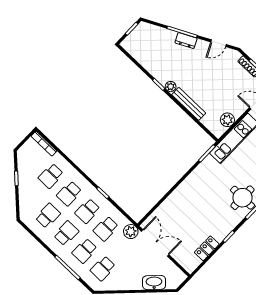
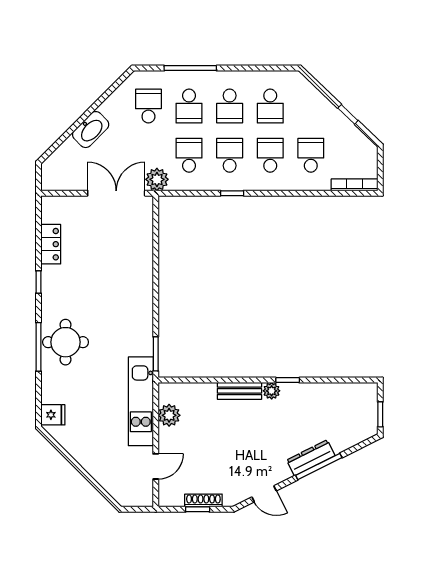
dresser: (186, 41) -> (311, 458), width x1.44
door: (219, 43) -> (264, 494), swing flipped
bench: (189, 104) -> (239, 391), width x0.73
double door: (155, 243) -> (116, 193), swing flipped
school desk: (84, 251) -> (189, 106), turned 180
washbasin: (154, 283) -> (91, 130), moved

